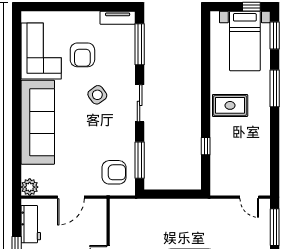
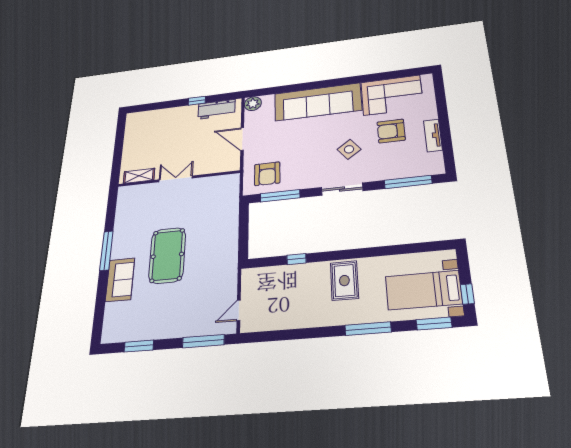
tv unit: (118, 18) -> (433, 135), moved

